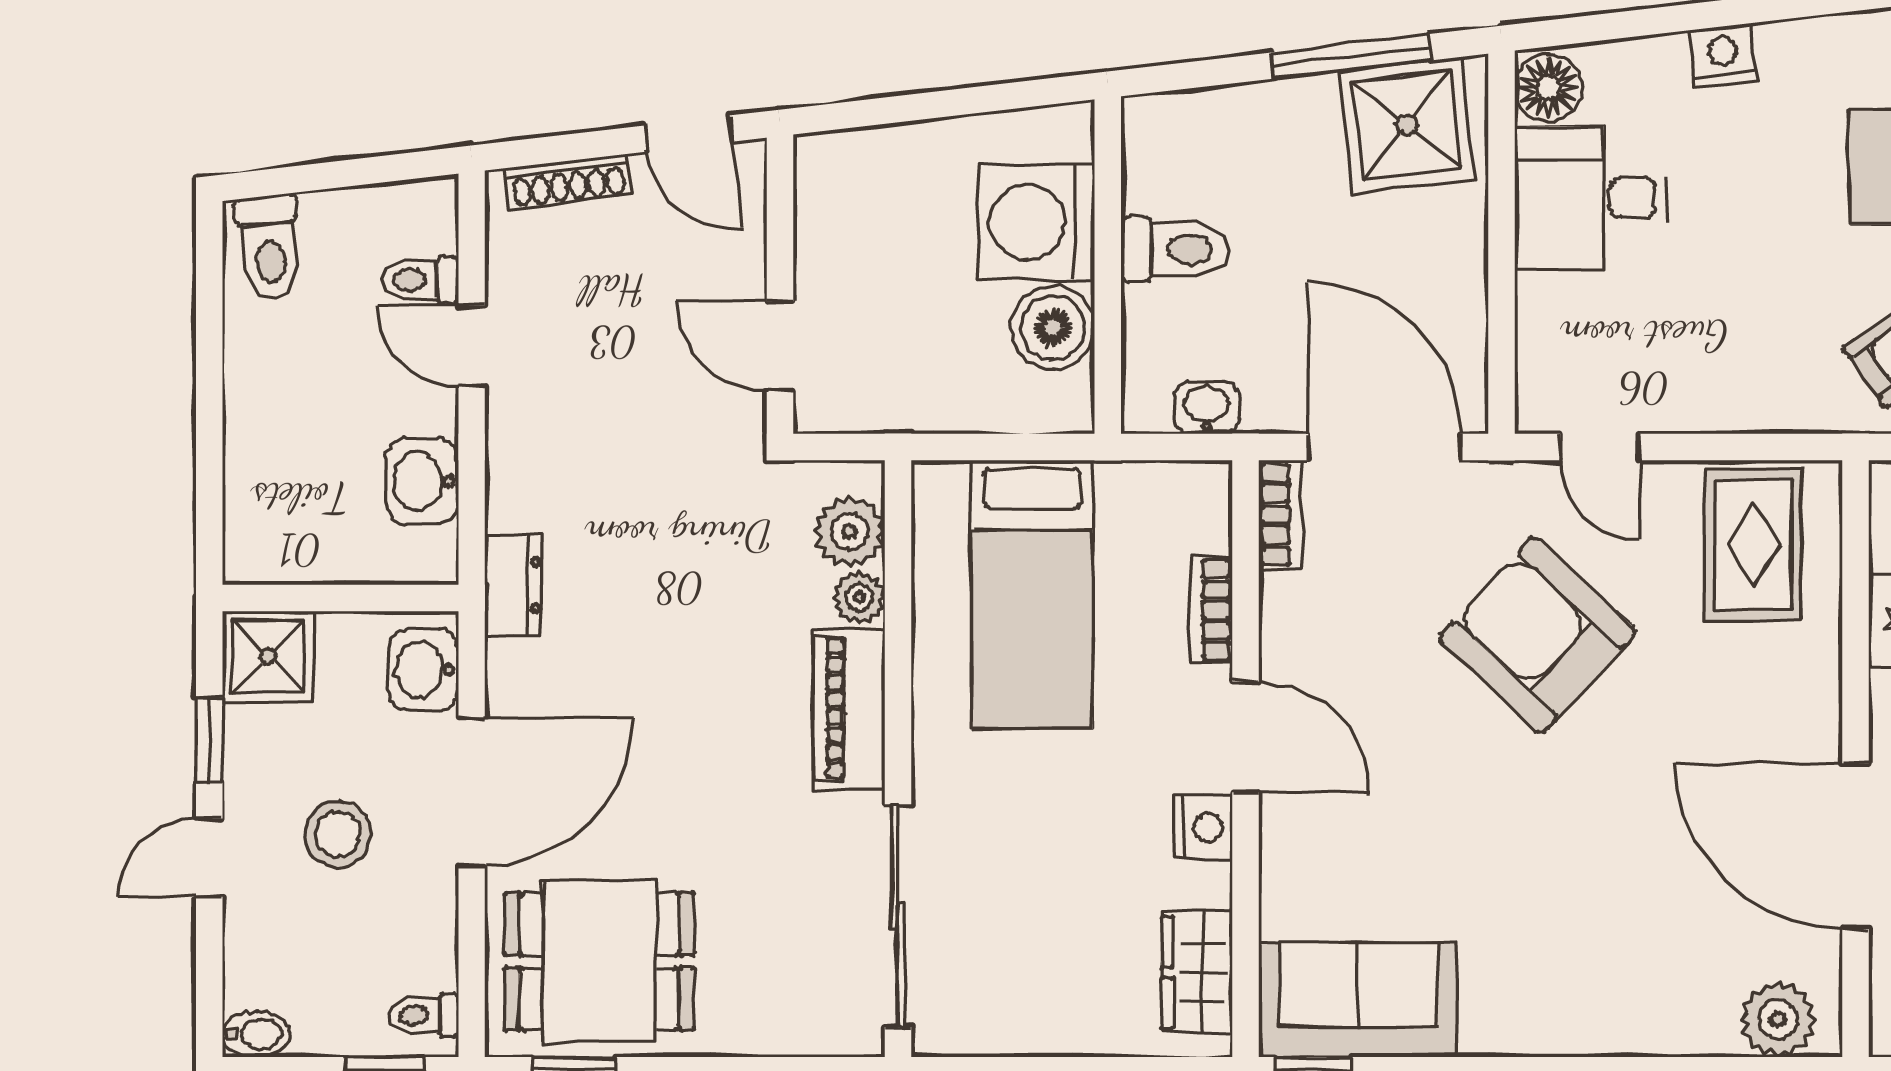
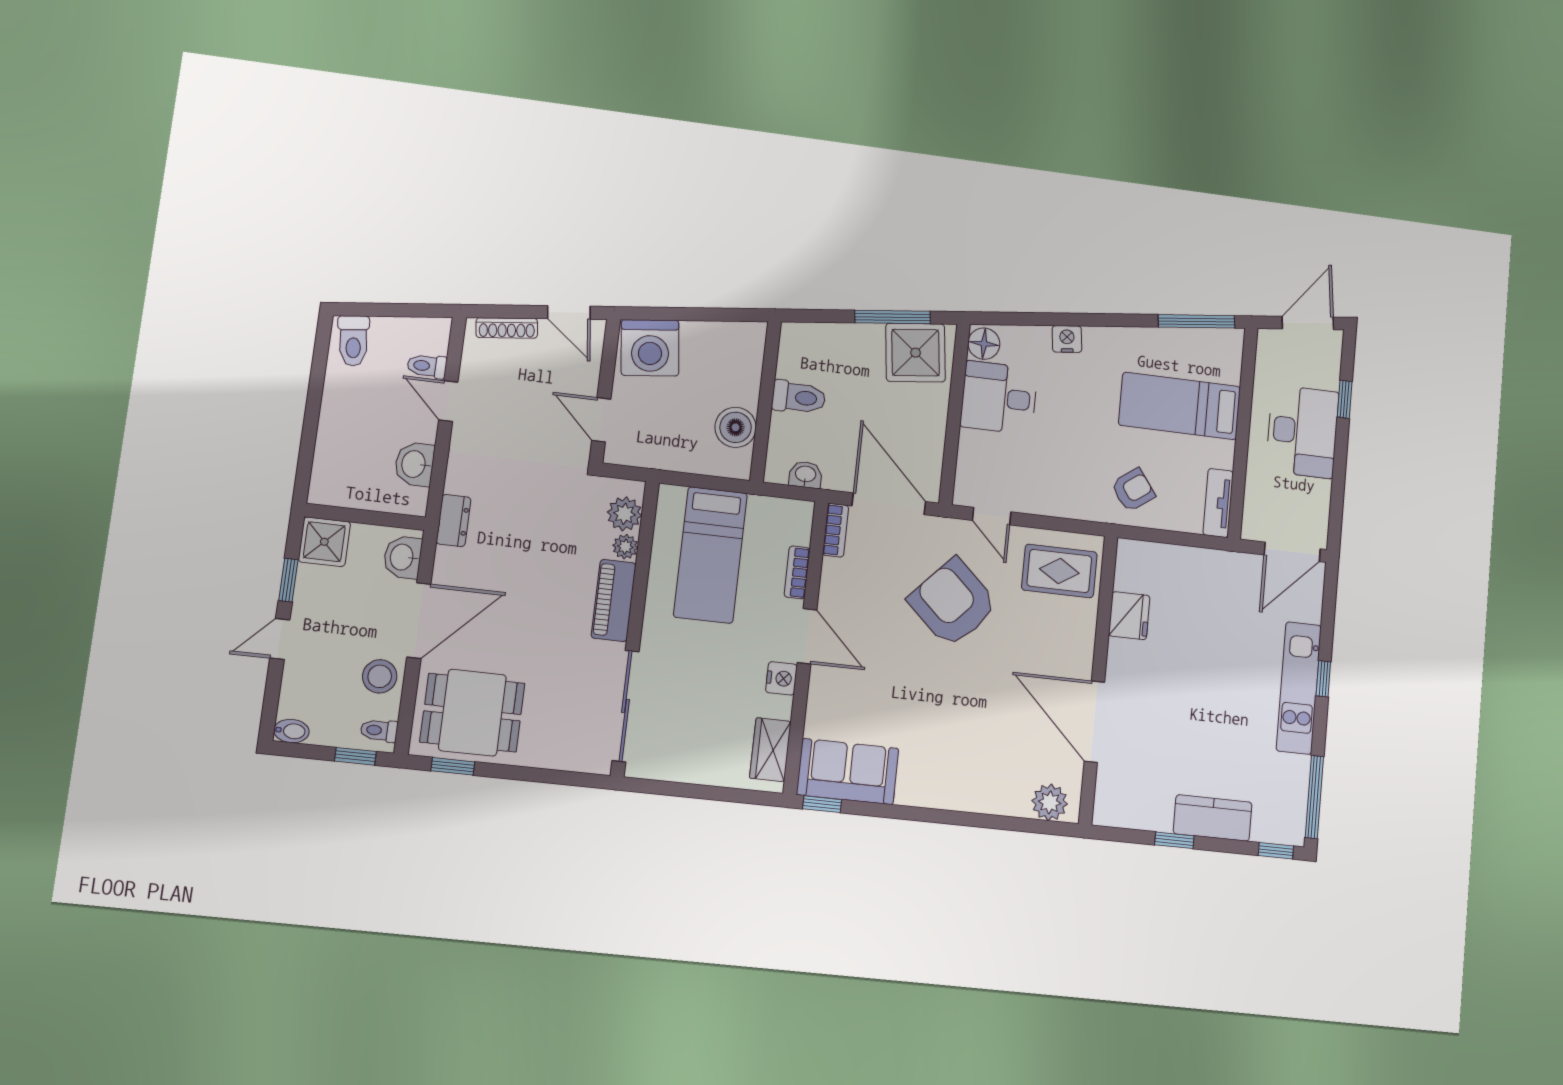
washing machine: (1036, 222) -> (650, 348), moved, turned -97
rug: (1753, 544) -> (1059, 571), turned 90
stool: (338, 835) -> (380, 676), moved

